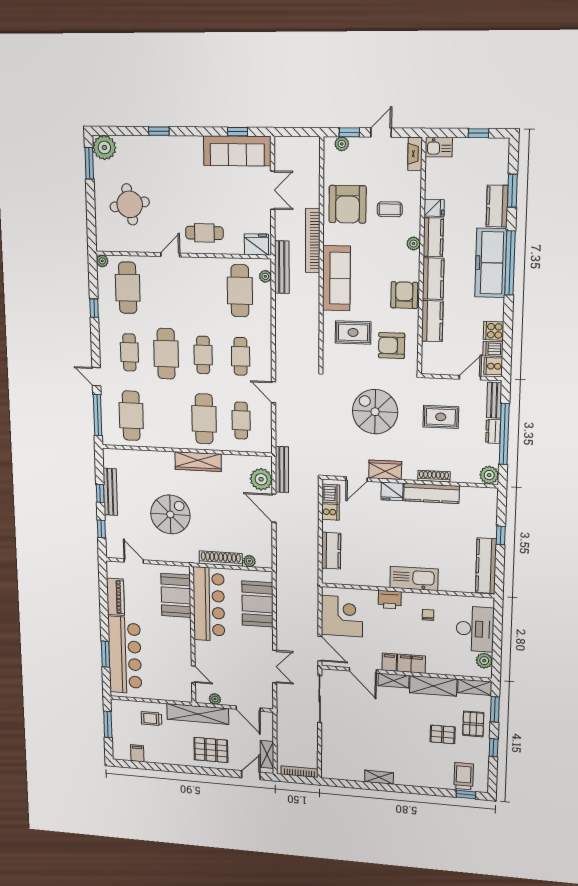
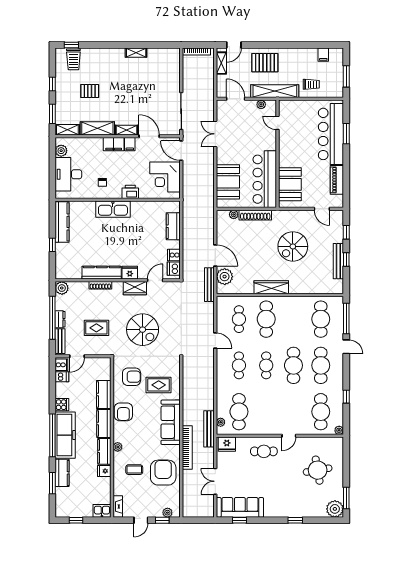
cooker: (494, 331) -> (62, 405), moved
cafe table: (129, 352) -> (321, 365), width x1.37, depth x1.35
pallet: (473, 724) -> (68, 101), removed

